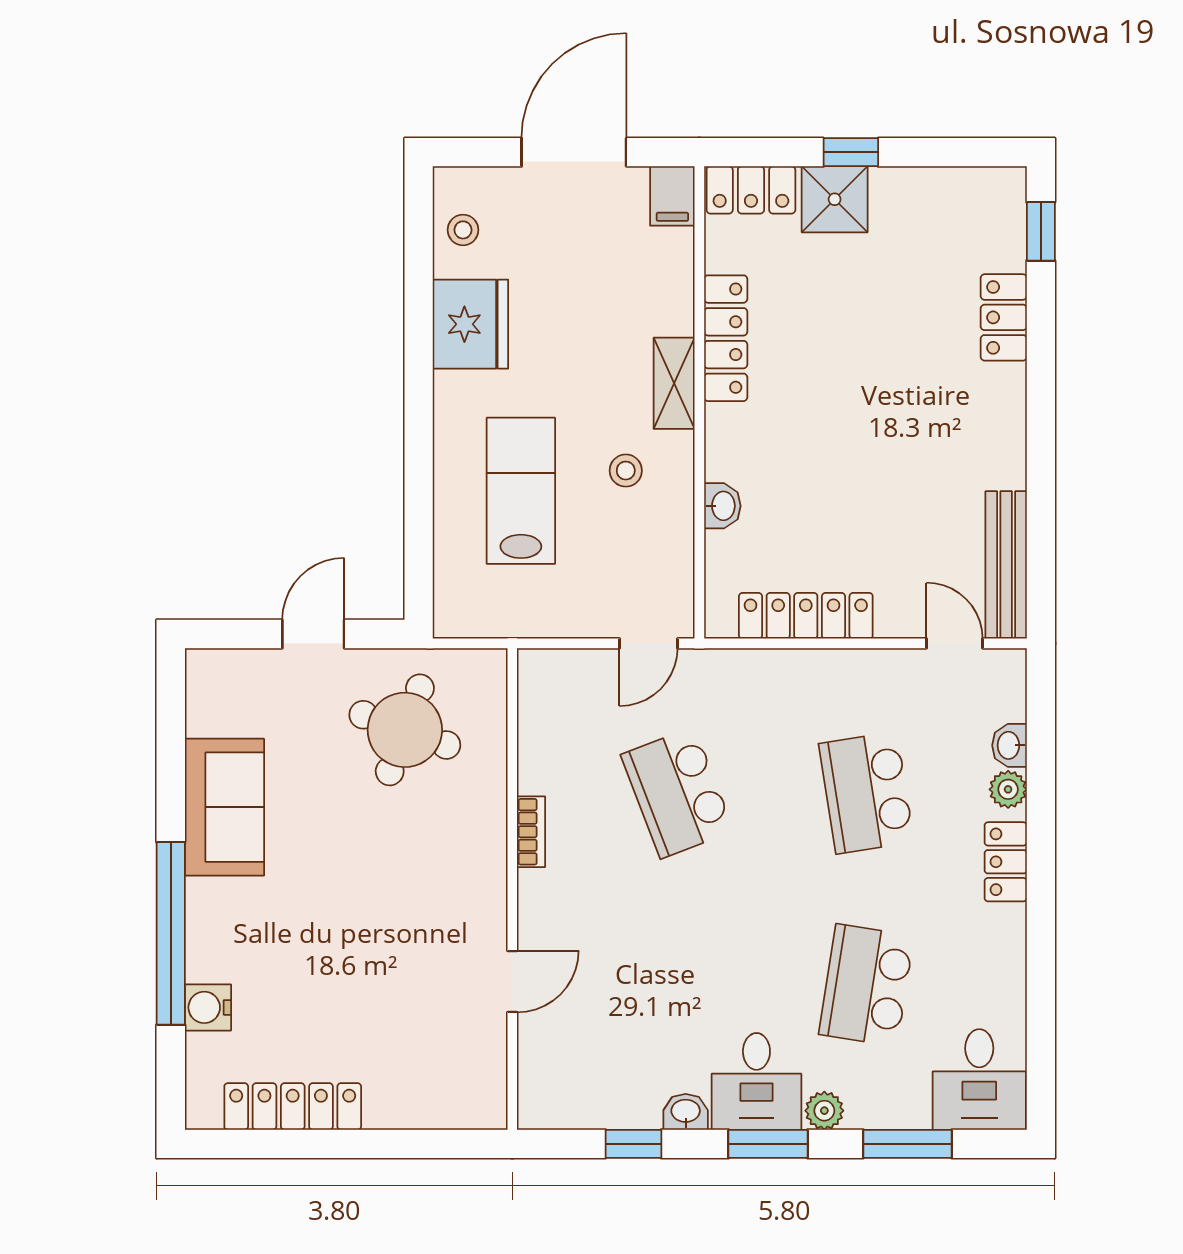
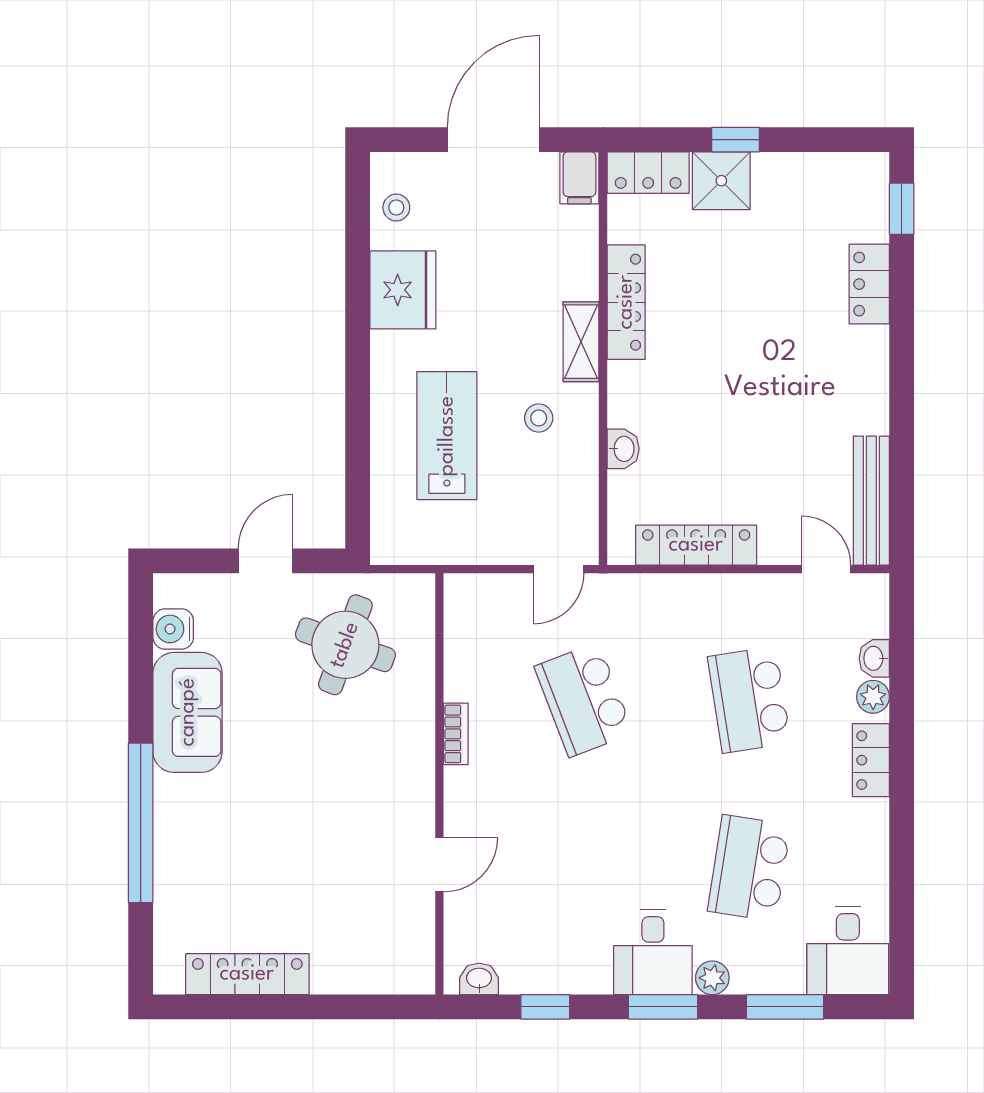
water cooler: (208, 1007) -> (173, 629), moved
washbasin: (686, 1112) -> (479, 979), moved

